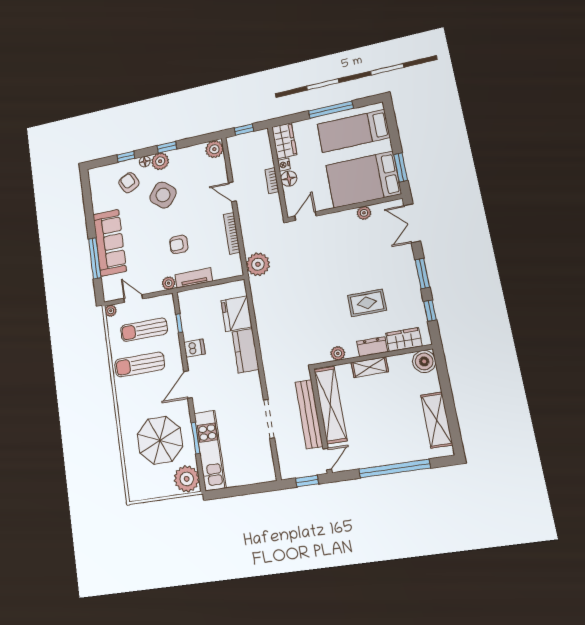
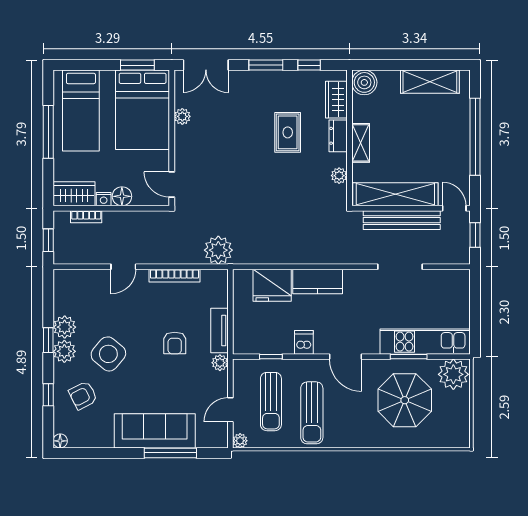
plant: (214, 149) -> (65, 327), moved
floor lamp: (145, 162) -> (60, 441), moved
bookcase: (272, 181) -> (86, 217), moved

